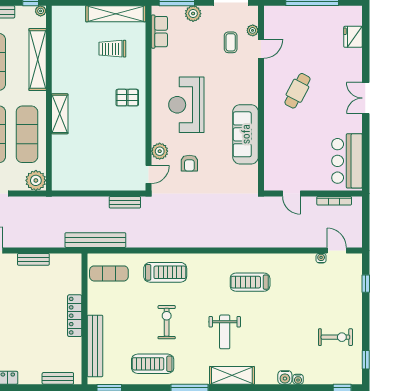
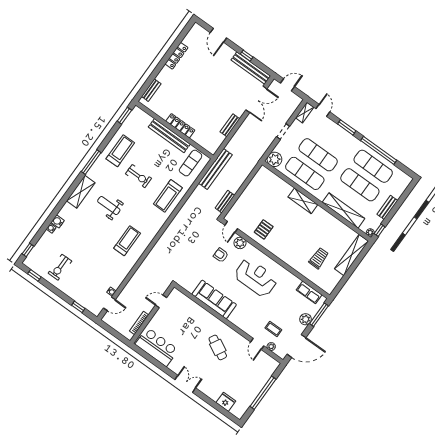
shelving: (116, 14) -> (352, 255), moved
pallet: (127, 98) -> (264, 229), moved
bench: (95, 346) -> (169, 136), moved

